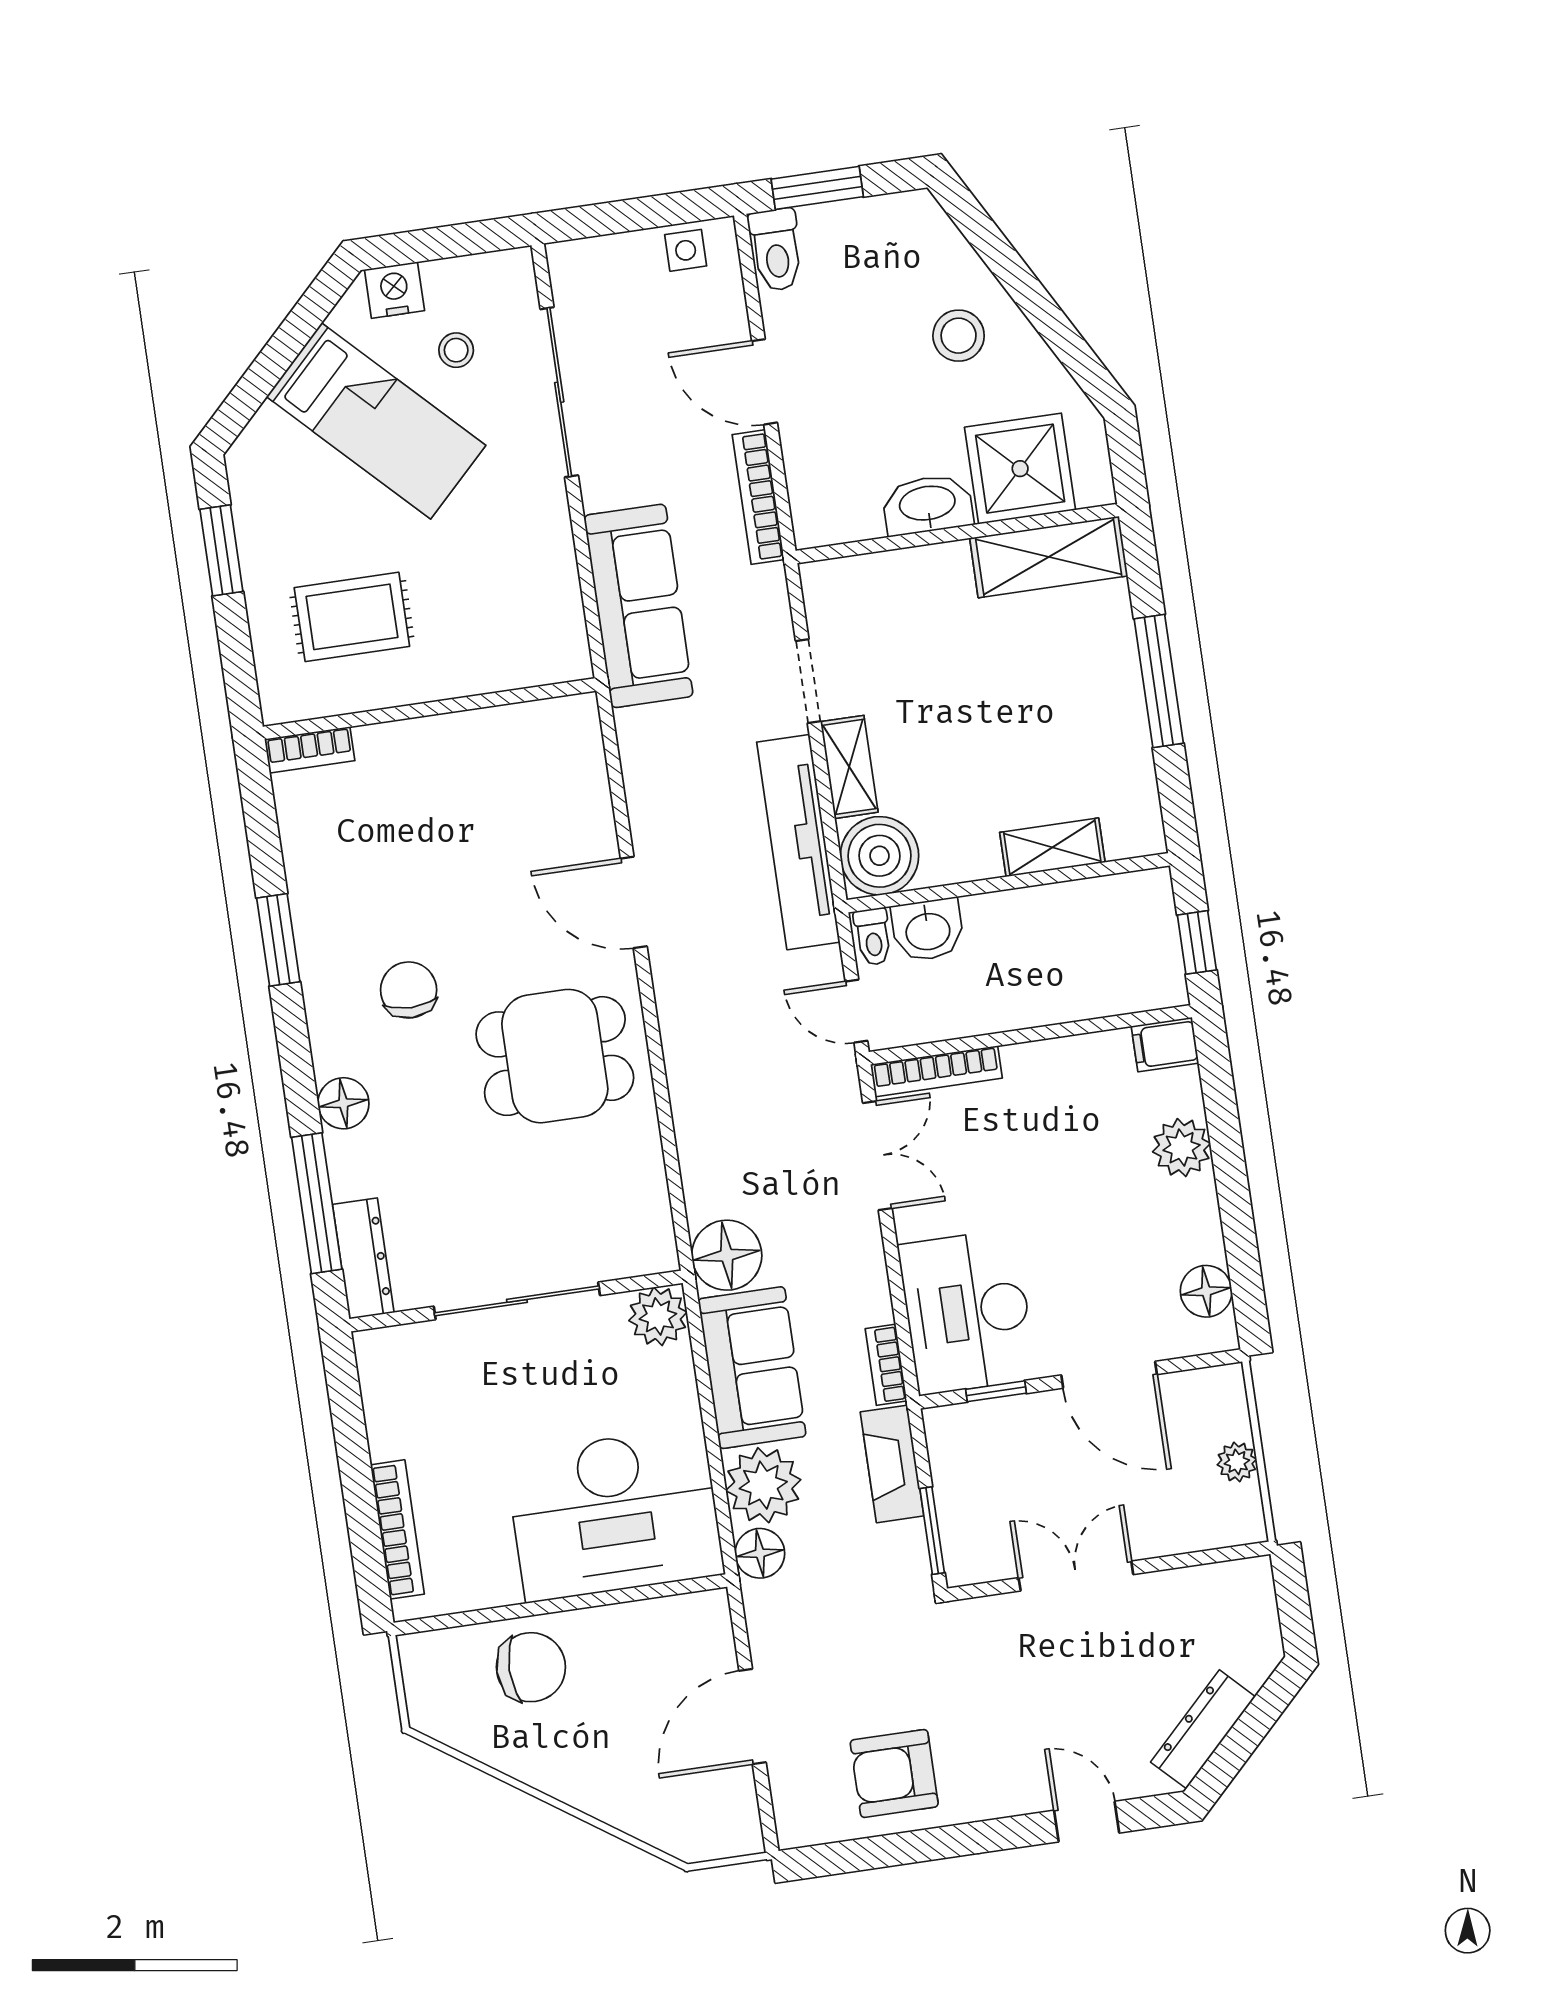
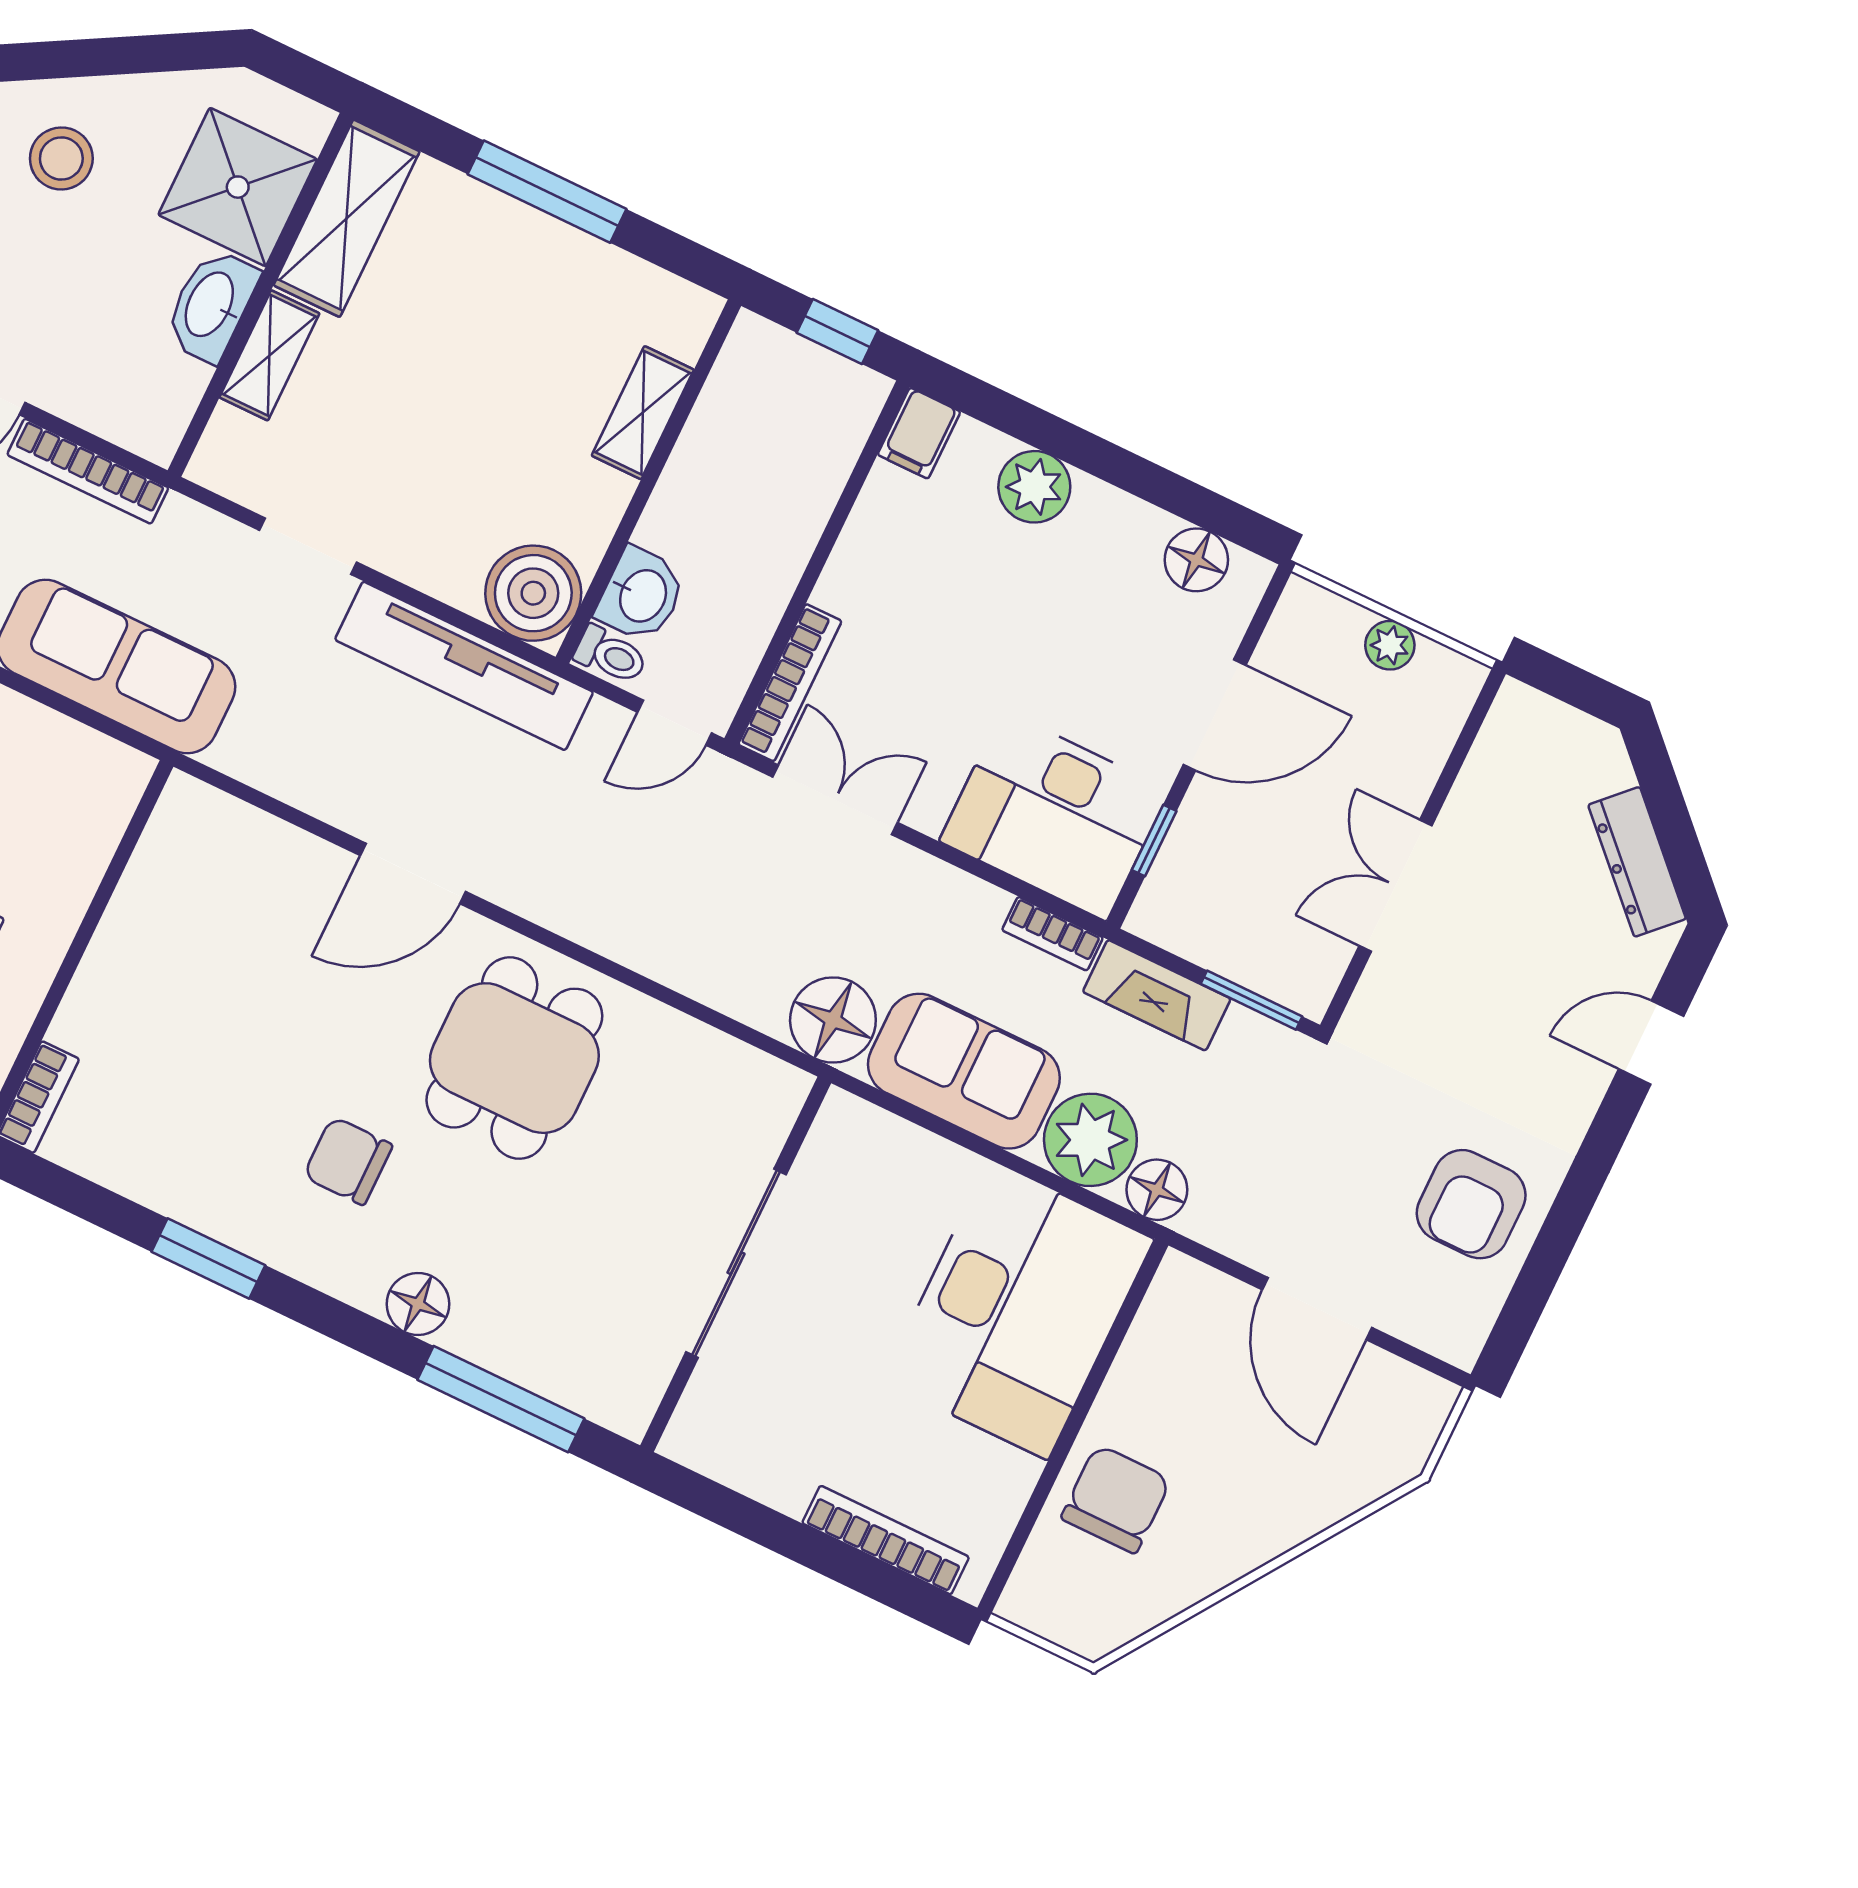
shelving: (849, 767) -> (269, 355), moved, turned 90
dresser: (363, 1258) -> (588, 1390), removed
plant: (658, 1316) -> (848, 1131), removed

